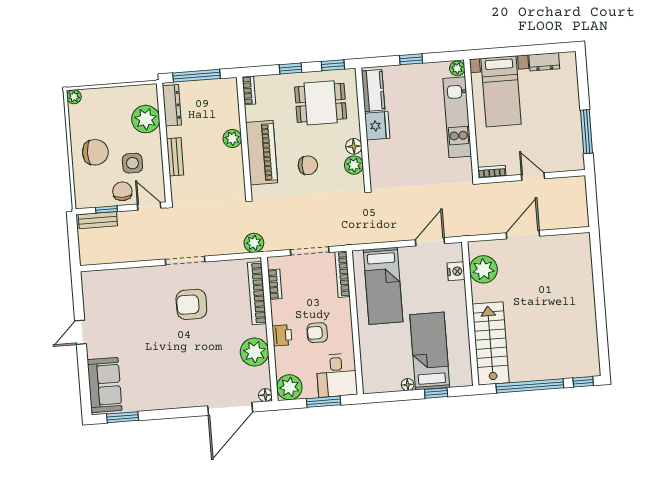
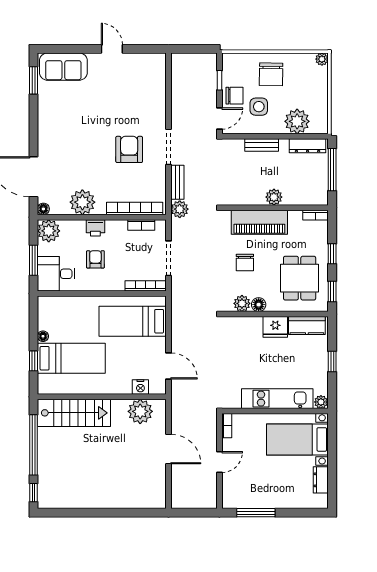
bench: (98, 220) -> (177, 182), moved

